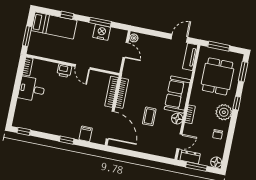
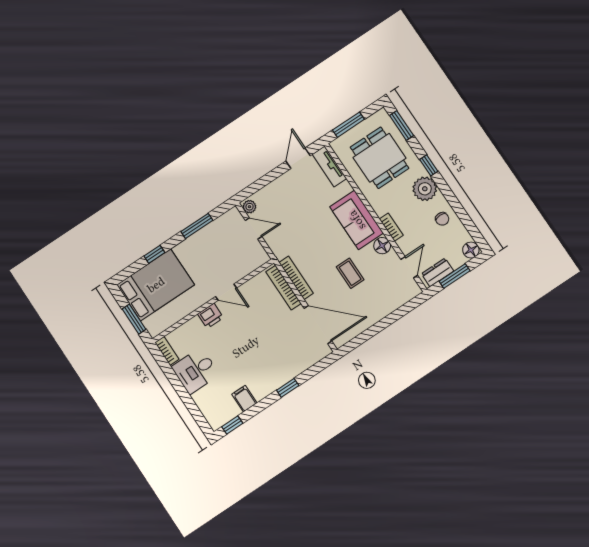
bed: (54, 26) -> (156, 285), width x1.50
nightstand: (102, 32) -> (209, 235), removed
filing cabinet: (86, 134) -> (244, 399), moved

